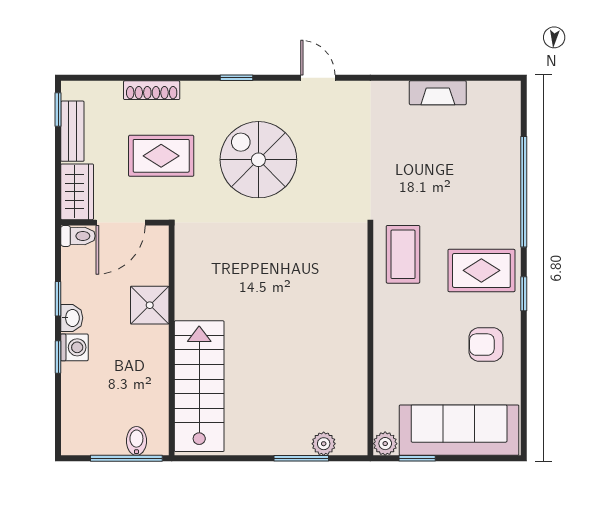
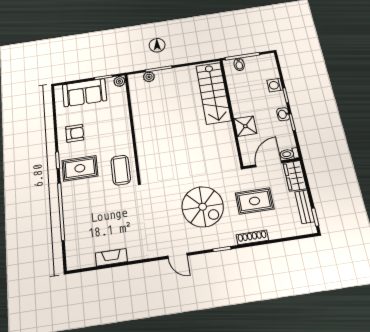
shoe rack: (152, 90) -> (252, 237), moved
washing machine: (74, 347) -> (275, 85), moved
sofa: (459, 430) -> (85, 93), width x0.73

